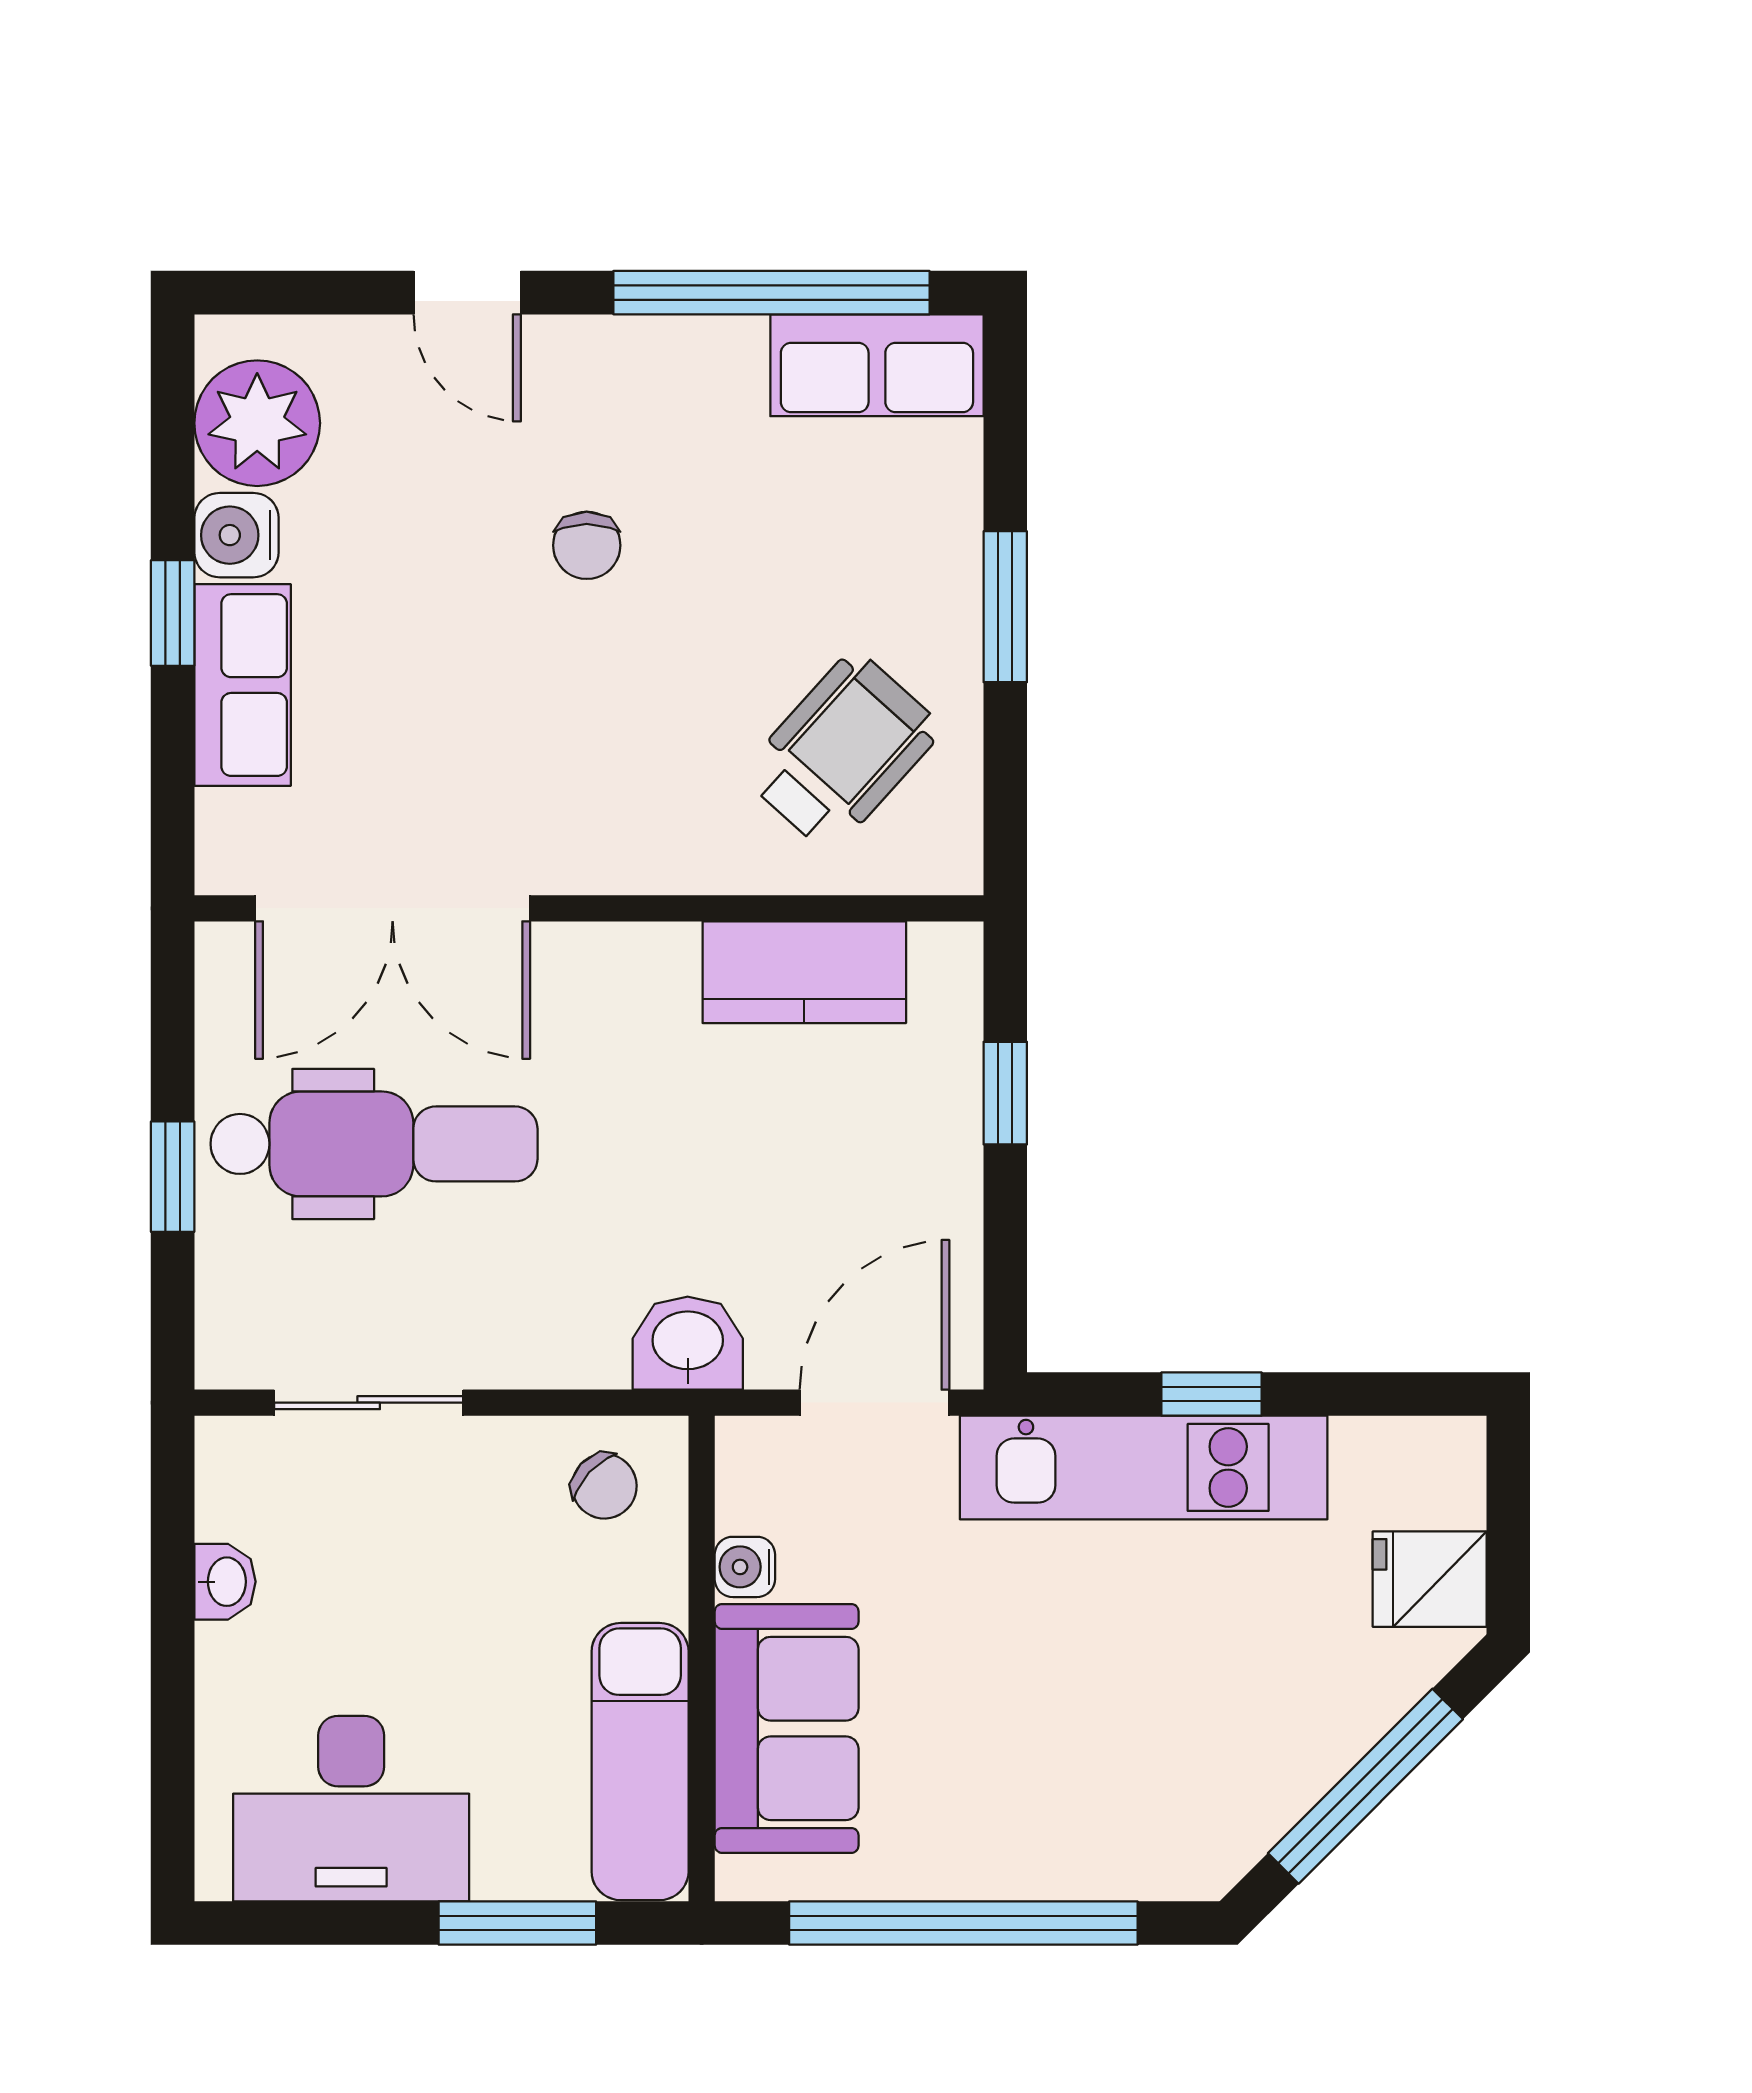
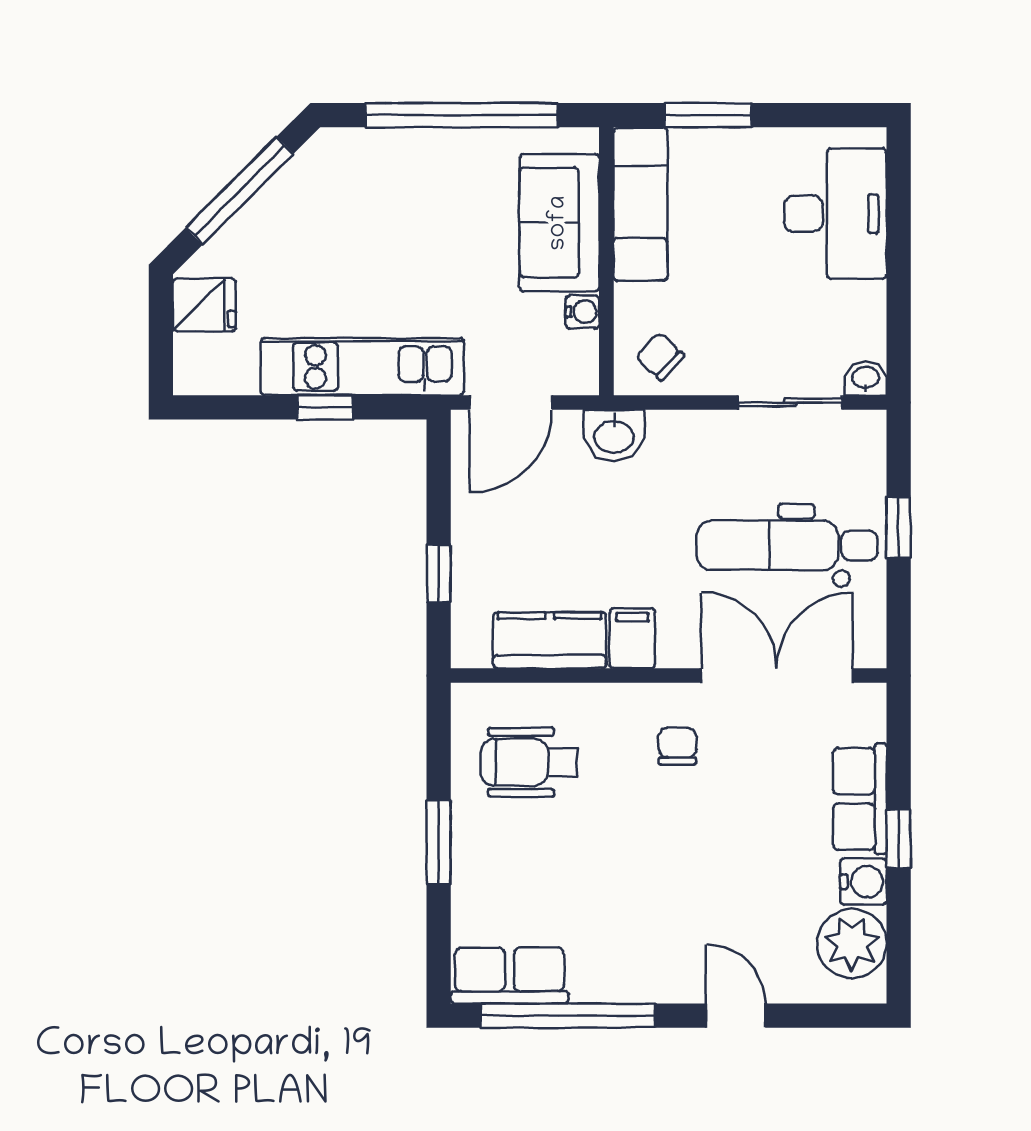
chair: (587, 545) -> (677, 746), moved
wheelchair: (842, 751) -> (529, 762), turned 48
filing cabinet: (655, 976) -> (632, 638), added
washbasin: (225, 1582) -> (866, 378), moved, turned 90
desk: (351, 1809) -> (835, 214), moved, turned 90

